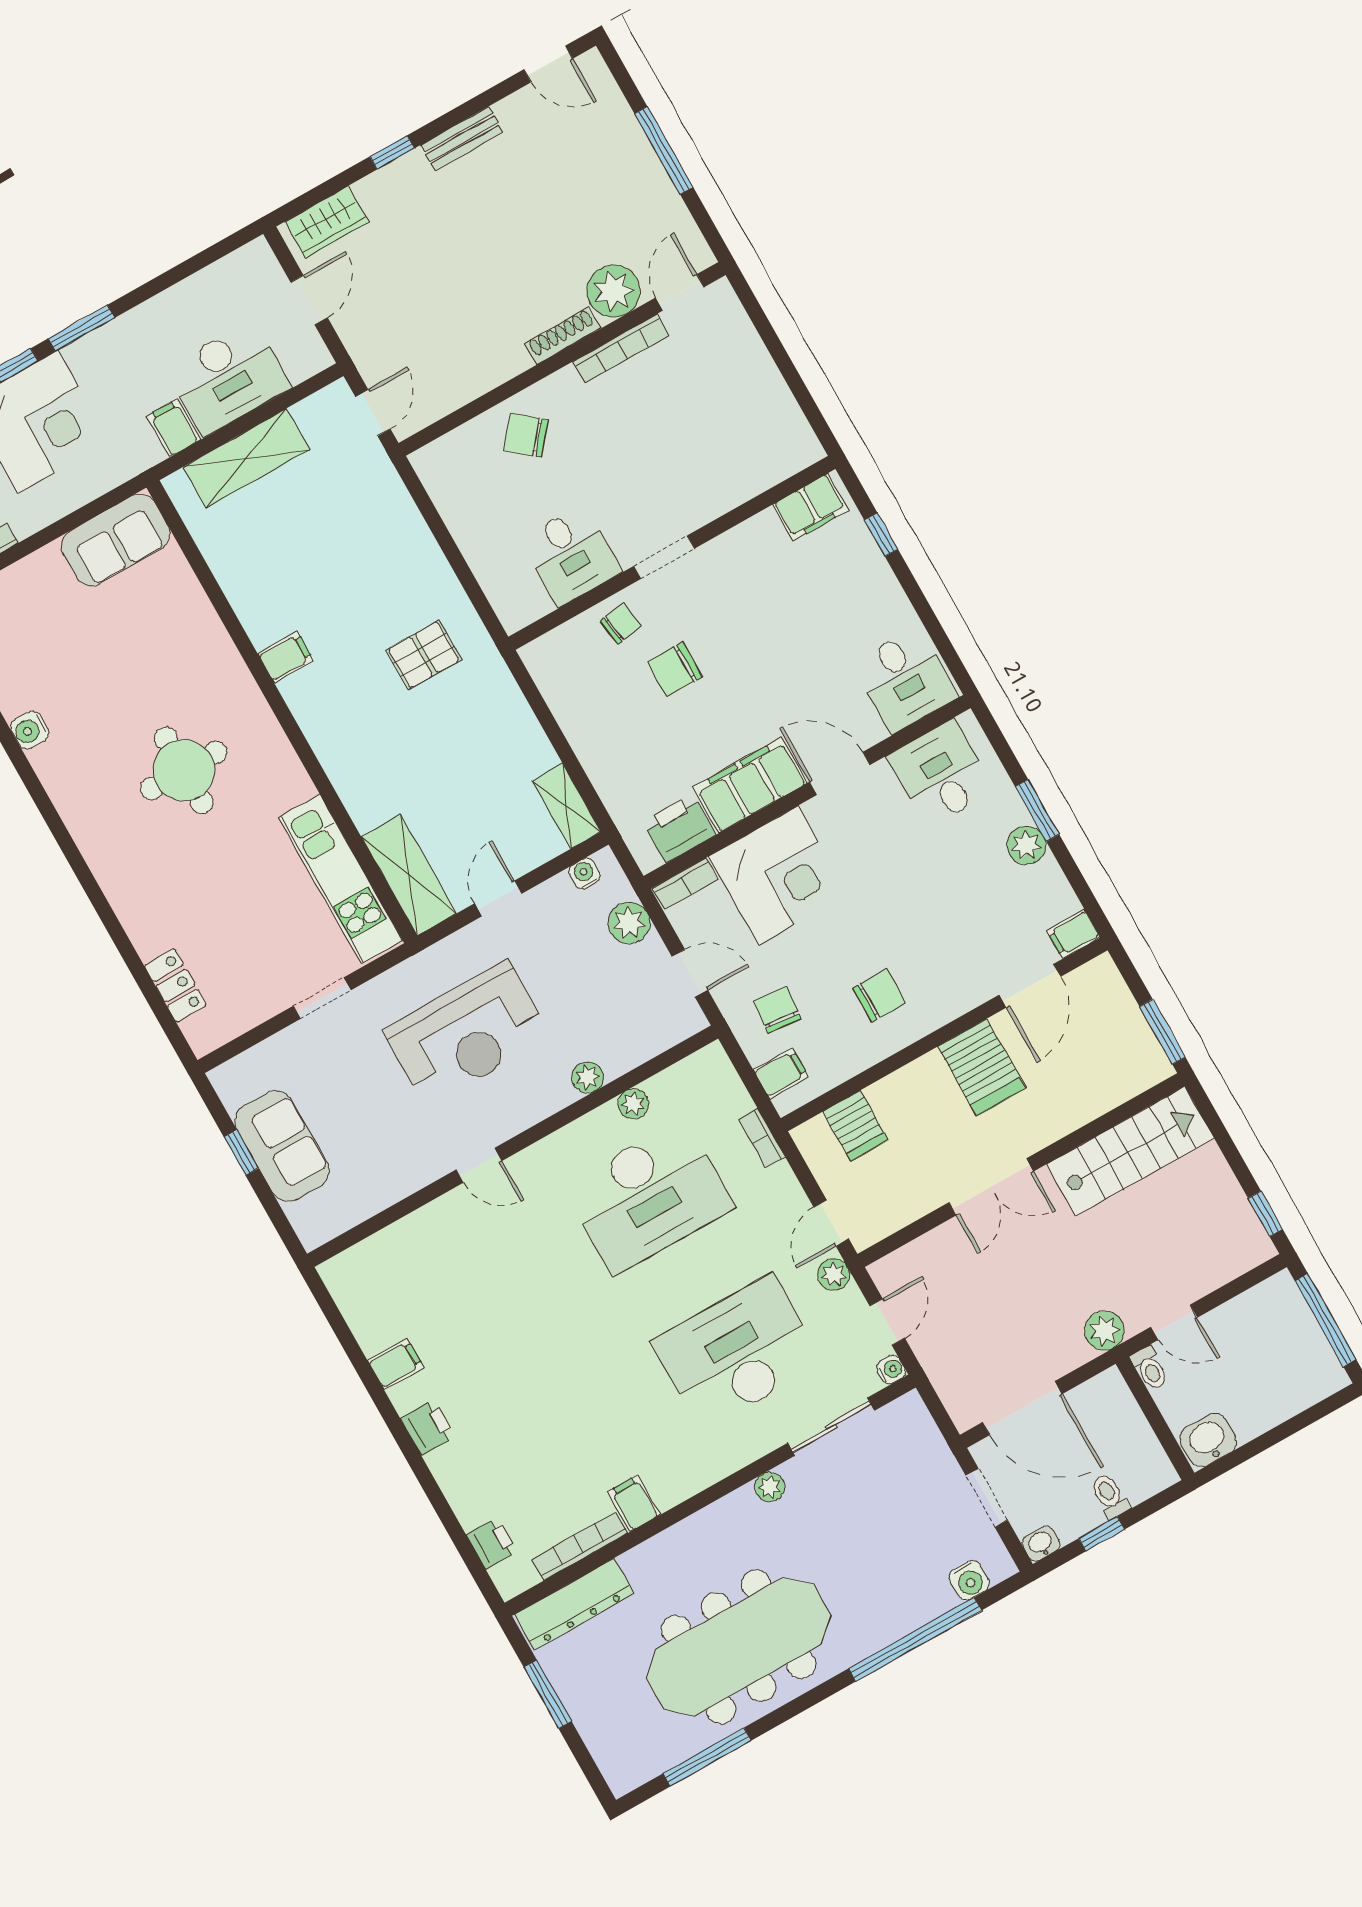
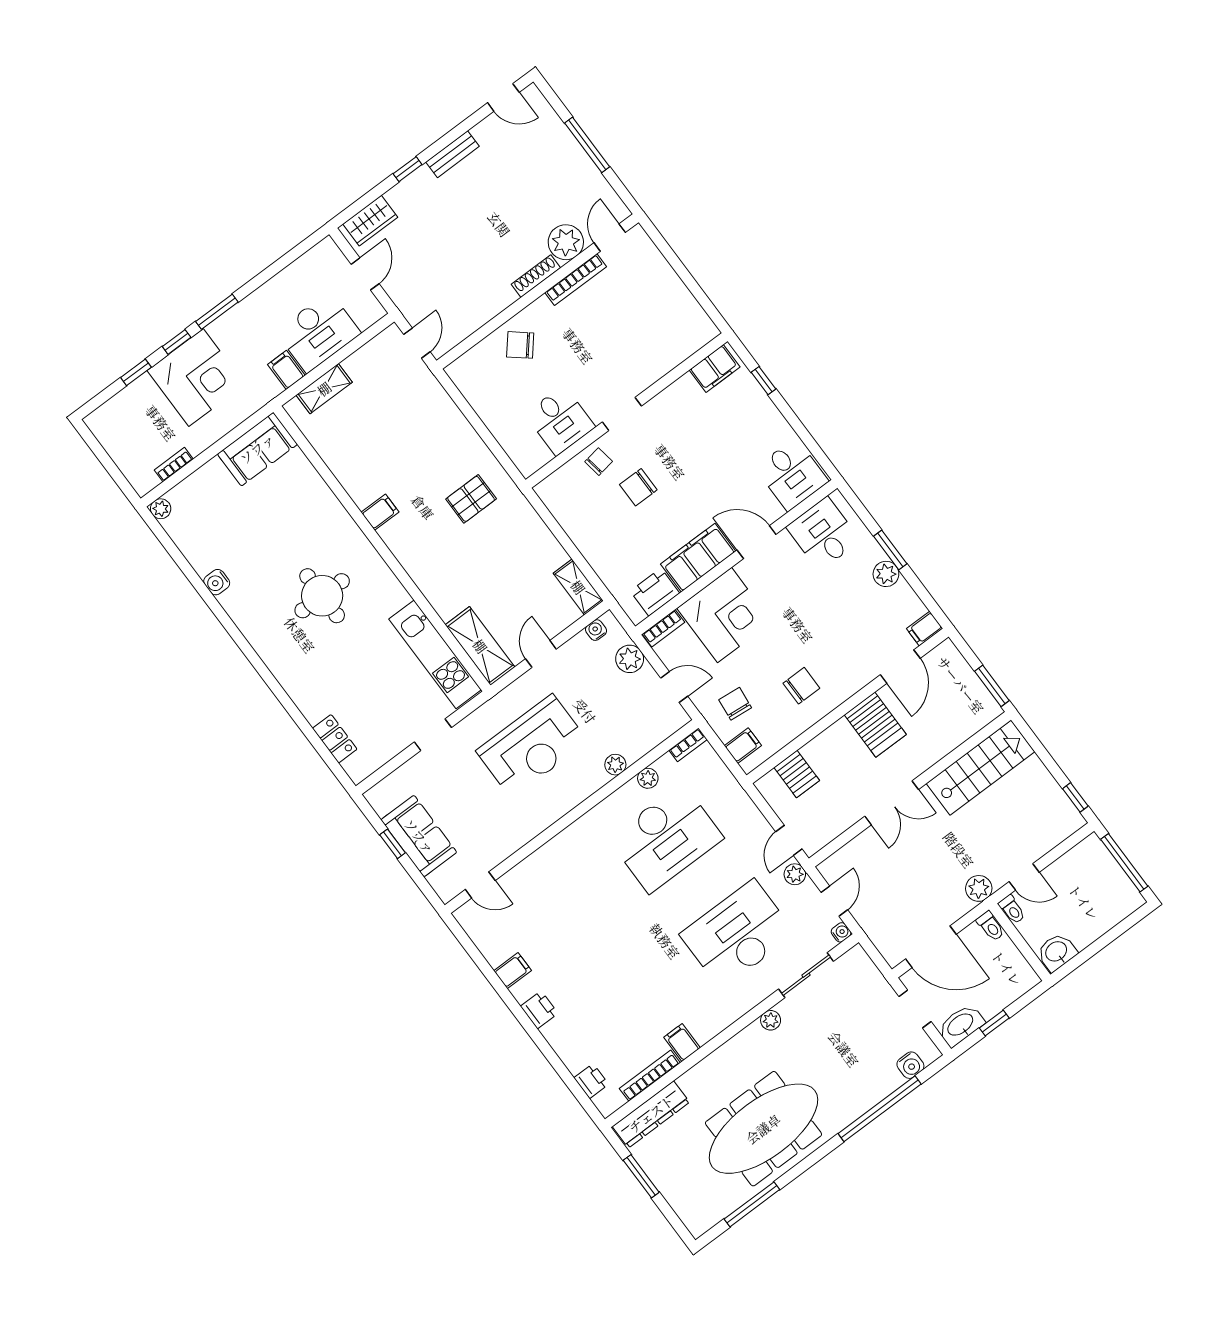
shelving: (246, 458) -> (324, 389), width x0.67, depth x0.75
bookcase: (762, 1138) -> (688, 745), moved, turned -90
door: (479, 1165) -> (480, 885), moved
toilet: (1110, 1496) -> (991, 926), moved, turned 180
washbasin: (1041, 1544) -> (961, 1025), width x1.91, depth x1.45

